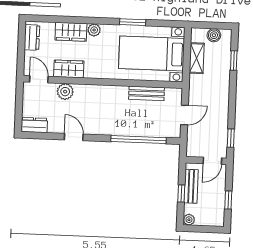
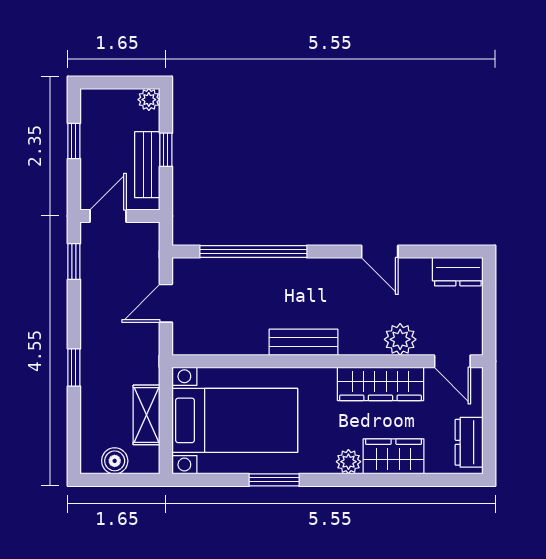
window: (234, 61) -> (74, 368), moved
wardrobe: (69, 69) -> (380, 384), width x1.50
bench: (146, 93) -> (303, 342), moved

